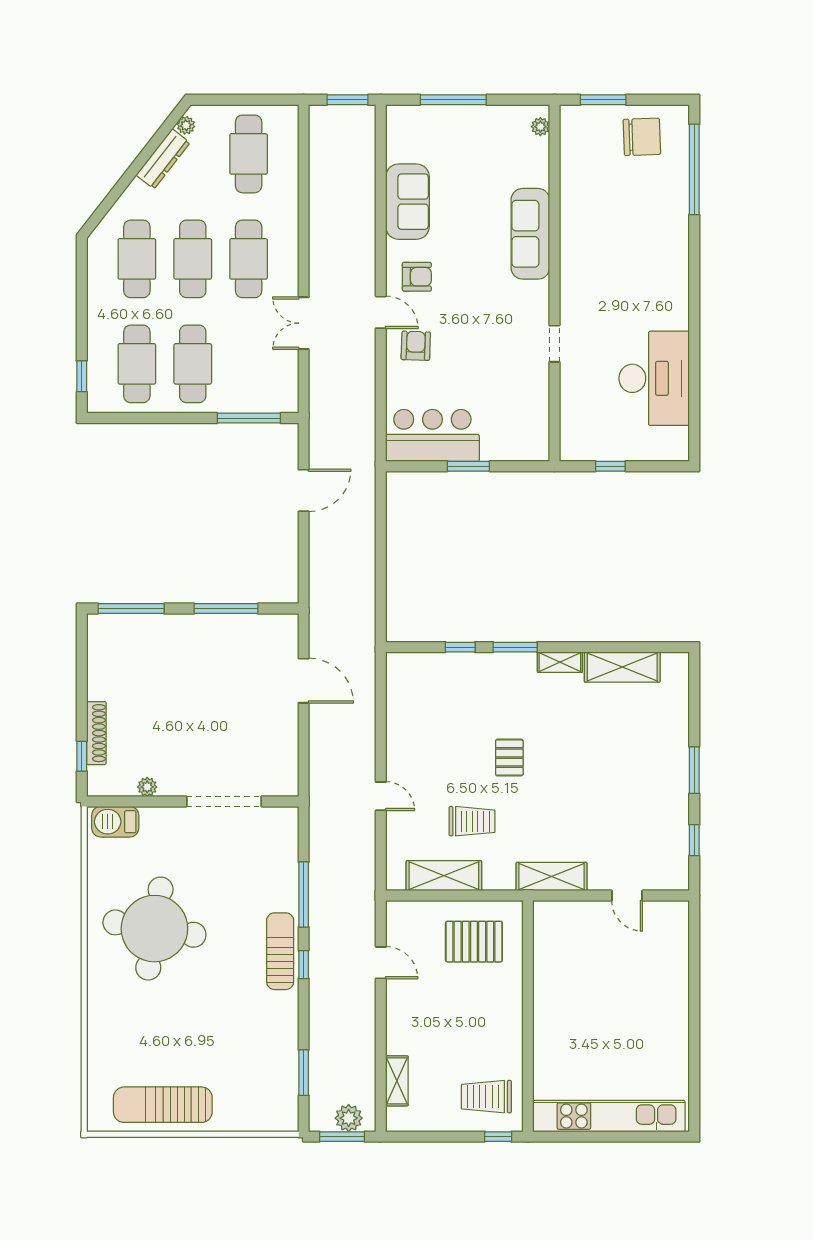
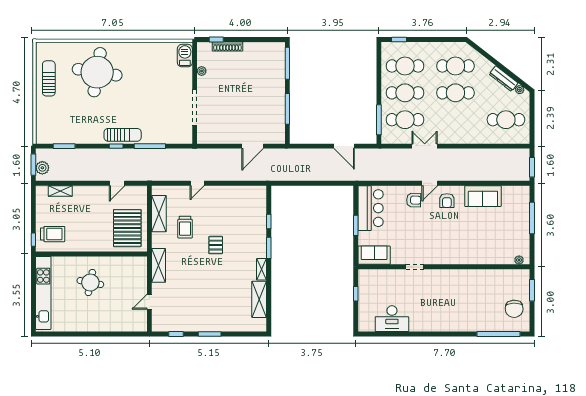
sofa: (530, 234) -> (374, 255), moved, width x0.73
cafe table: (249, 259) -> (405, 120), moved
desk: (654, 378) -> (392, 319), width x0.73, depth x0.77
pallet: (509, 758) -> (216, 245), turned 90
round table: (154, 929) -> (97, 72), moved
pallet: (474, 942) -> (127, 228), width x1.37, depth x1.41
round table: (587, 1018) -> (90, 283), added
trolley: (486, 1097) -> (53, 234), turned 90
sun lounger: (163, 1105) -> (49, 78), width x0.73, depth x0.75

